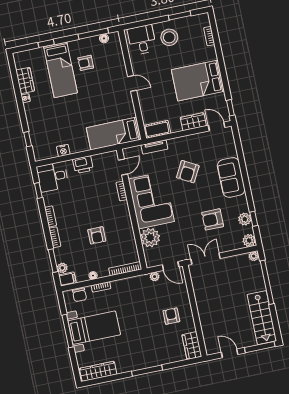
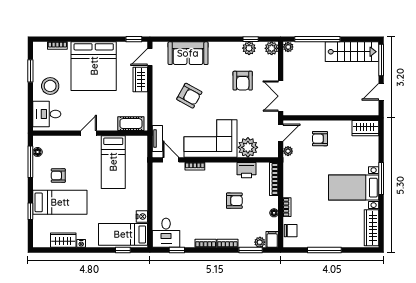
armchair: (86, 63) -> (58, 176), turned 90
bed: (198, 80) -> (94, 66), width x1.36
cot: (157, 129) -> (131, 124), moved, turned 90
bed: (114, 134) -> (113, 162), moved
bed: (42, 136) -> (123, 234), added
tv unit: (154, 147) -> (157, 138), moved
printer: (83, 165) -> (246, 170), moved, turned 90
sofa: (231, 177) -> (188, 53), moved
armchair: (171, 316) -> (320, 139), moved
bed with nightstands: (94, 328) -> (354, 188), moved, turned -90

